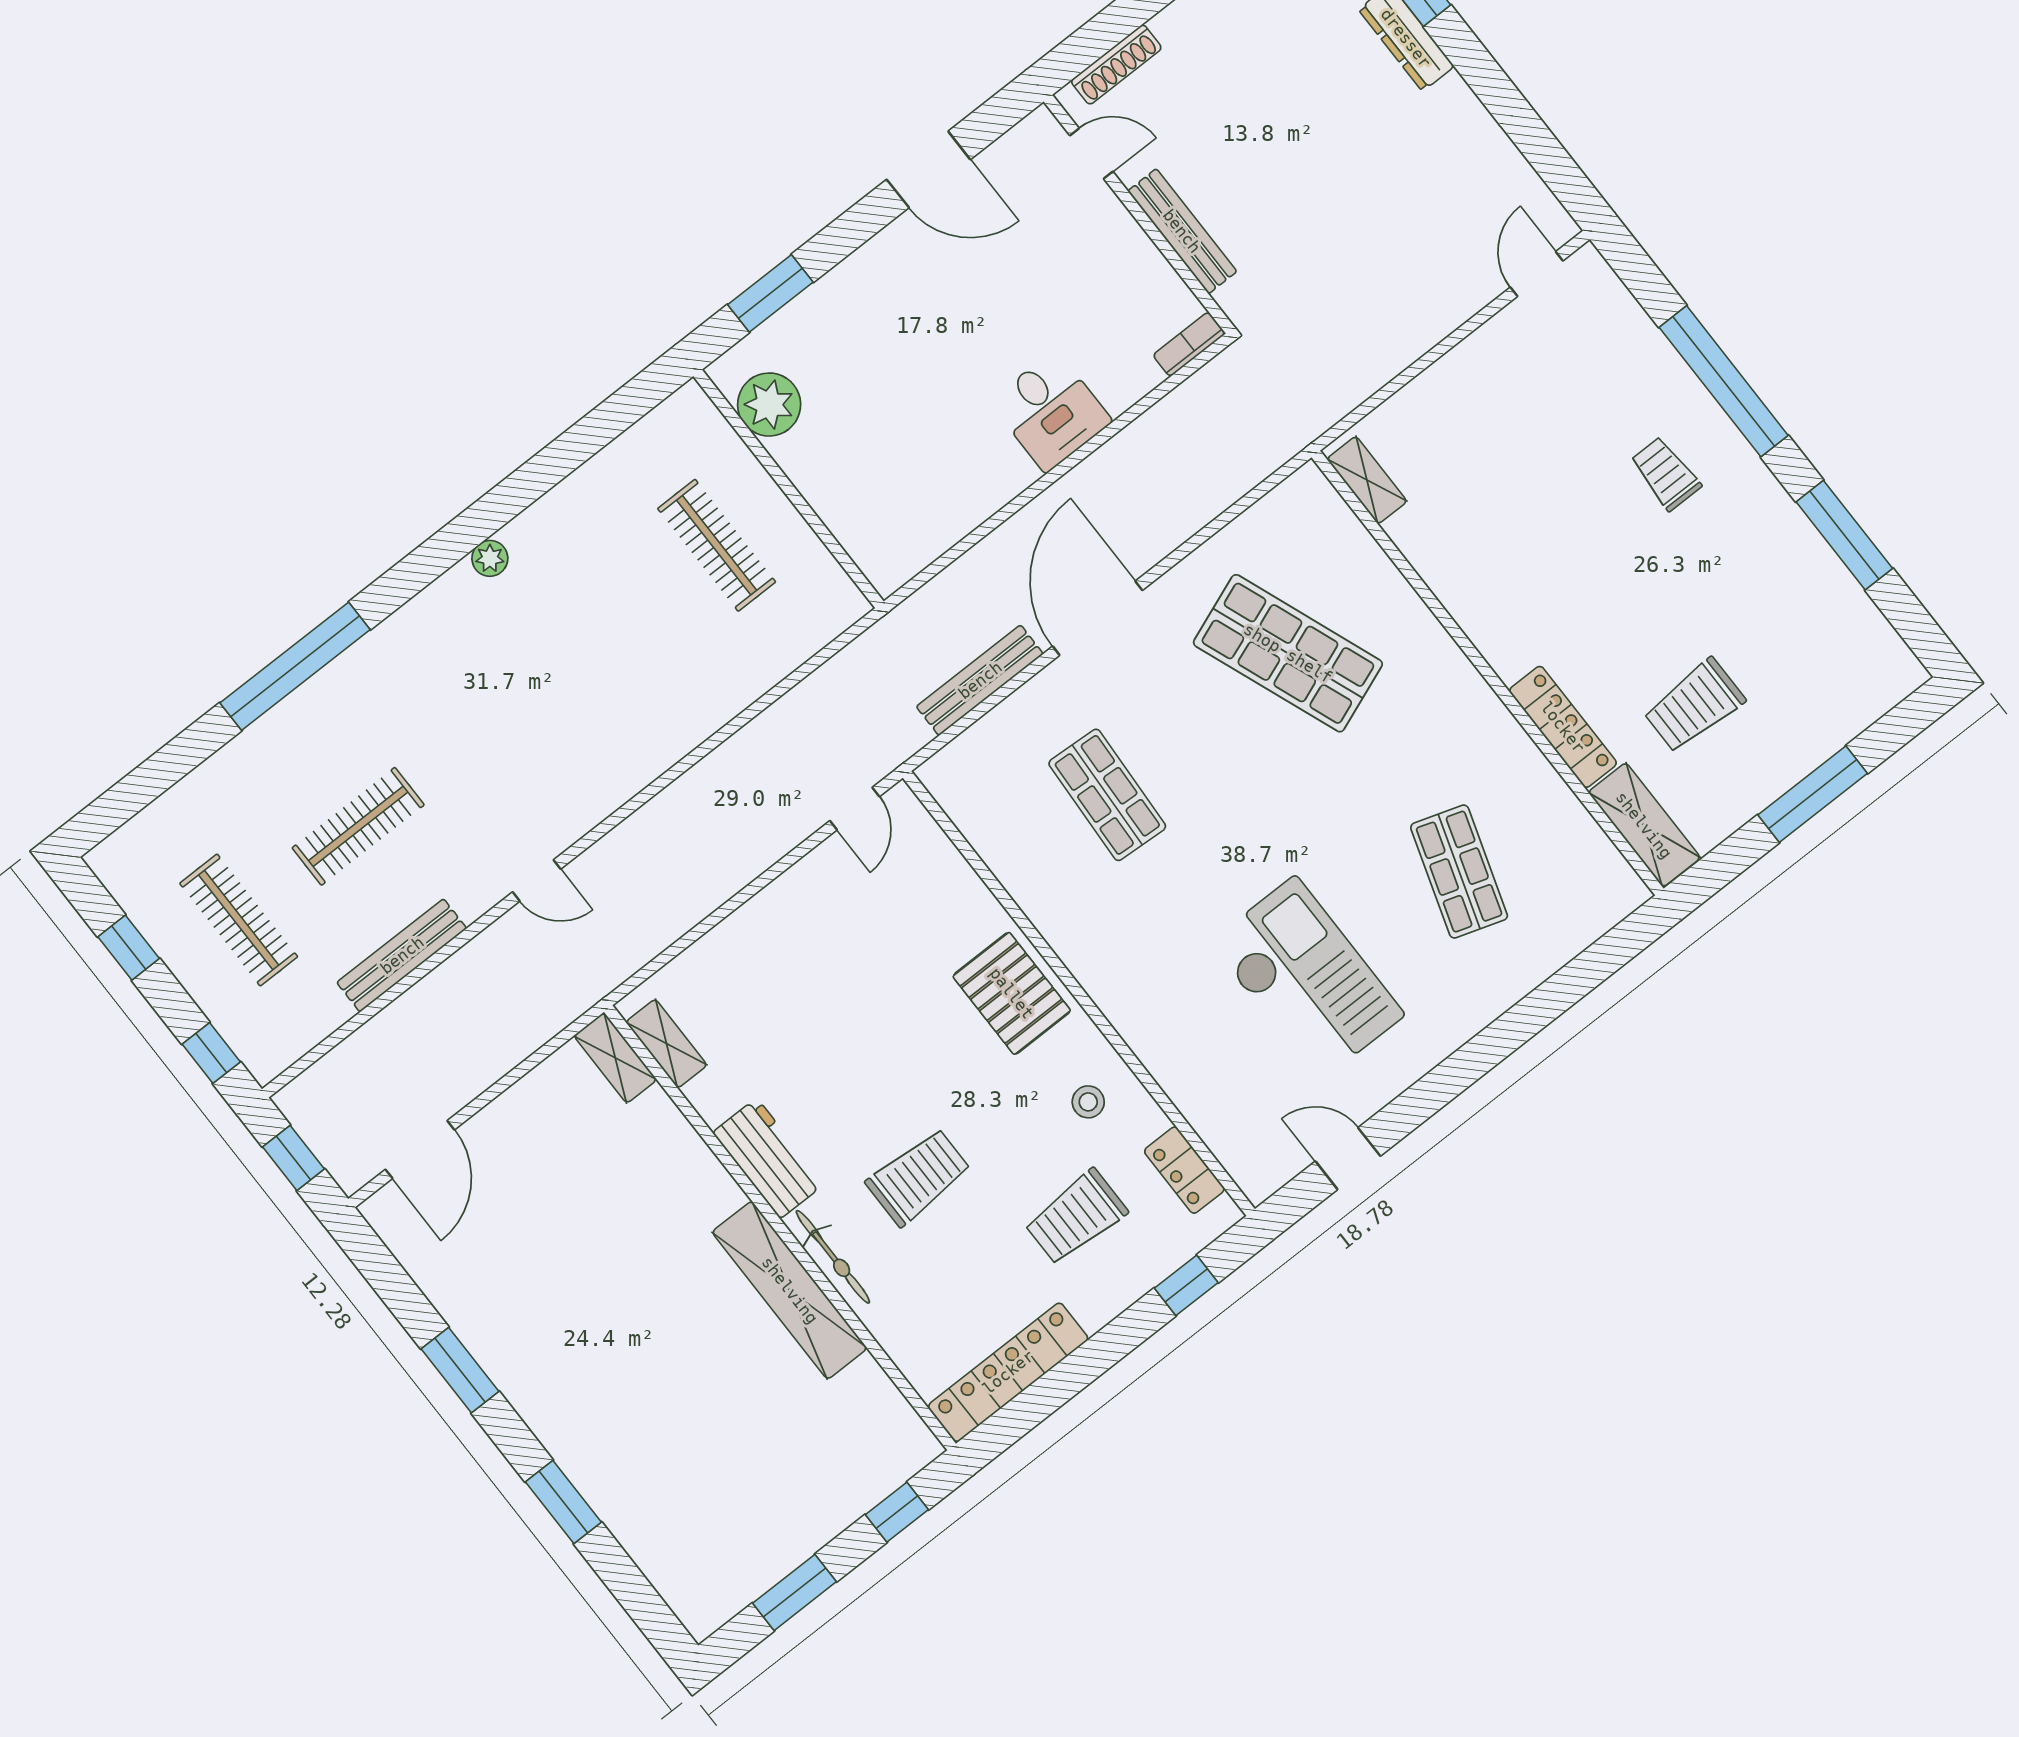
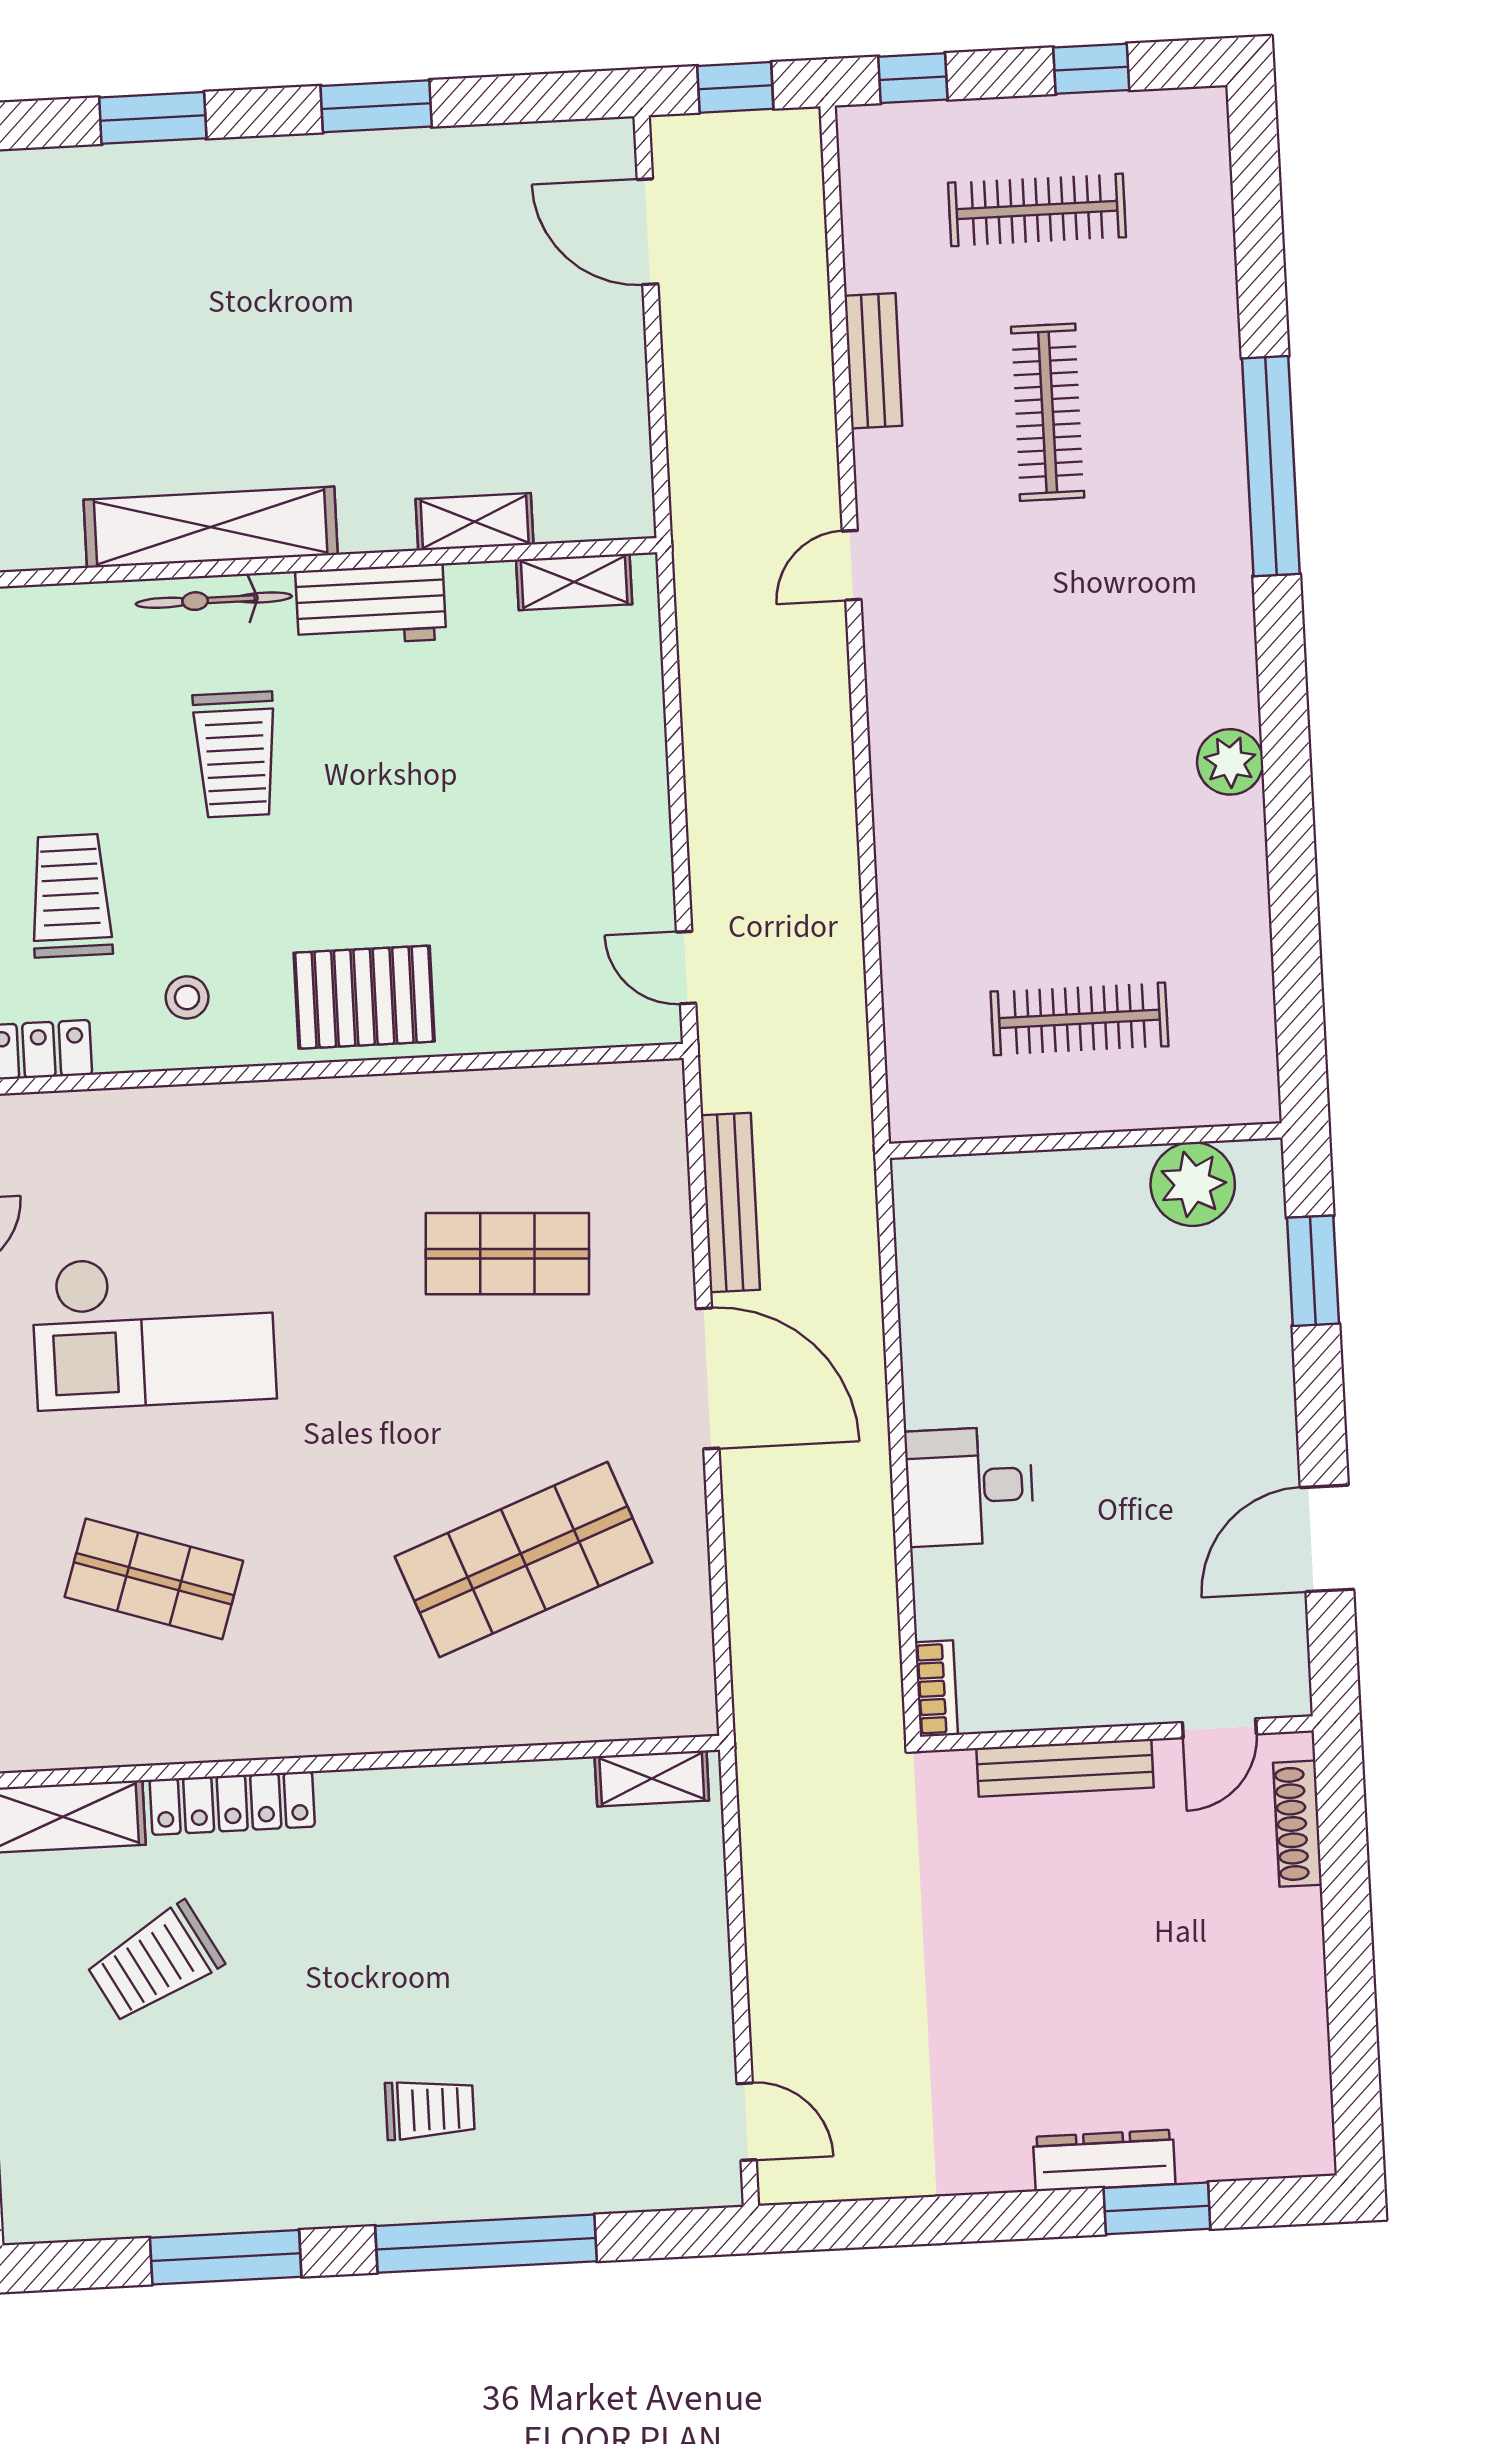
plant: (490, 558) -> (1230, 762), width x1.38, depth x1.38
trolley: (1694, 706) -> (155, 1963), turned -119
bench: (402, 955) -> (873, 361), width x0.73
shelving: (615, 1058) -> (475, 522), moved

